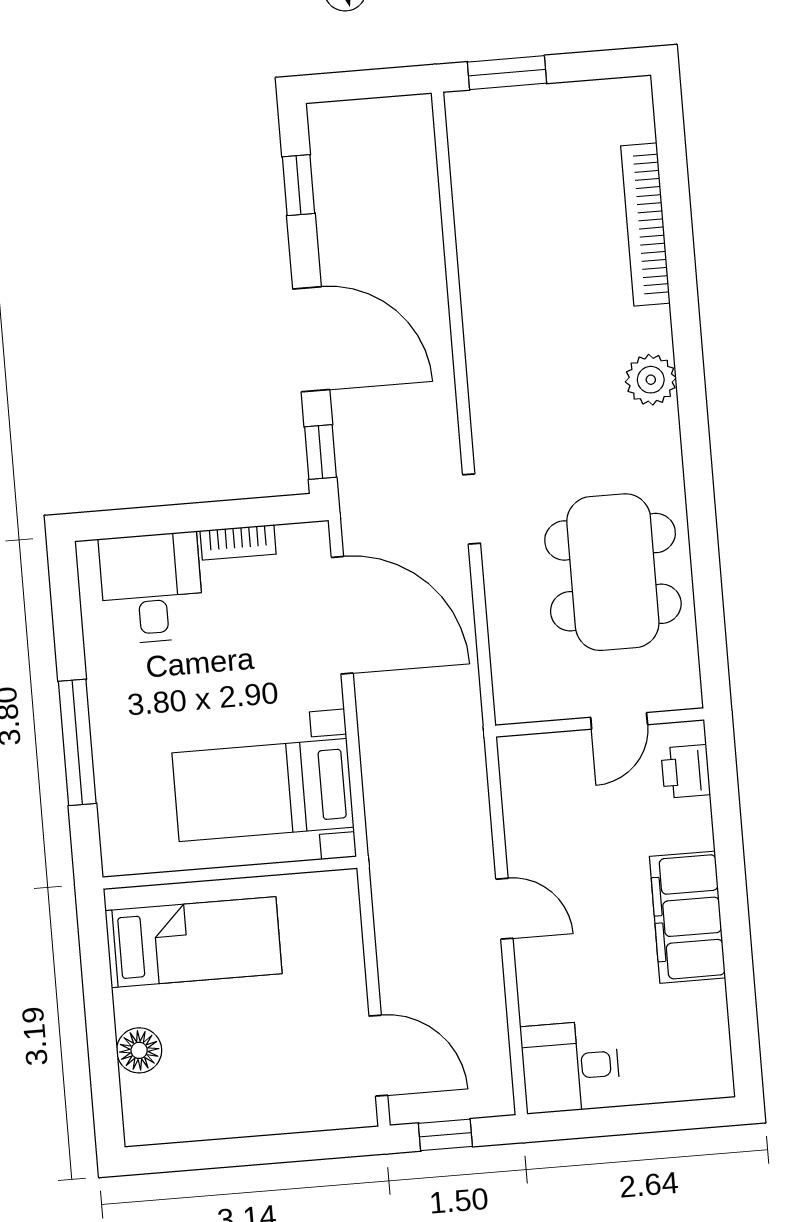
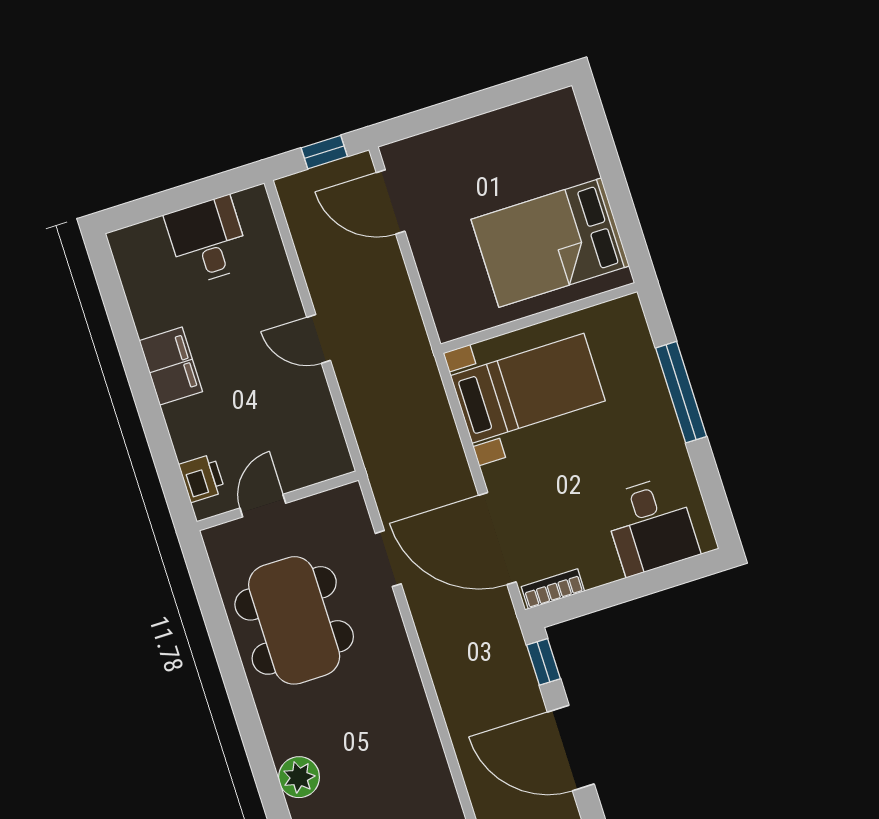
doorway: (472, 509) -> (388, 559), moved
bookcase: (238, 542) -> (553, 589), moved
filing cabinet: (688, 917) -> (171, 366), width x0.67, depth x0.86
bed: (194, 942) -> (550, 243), width x1.50
floor lamp: (139, 1050) -> (578, 163), removed
desk: (571, 1067) -> (208, 240), moved, turned -90

